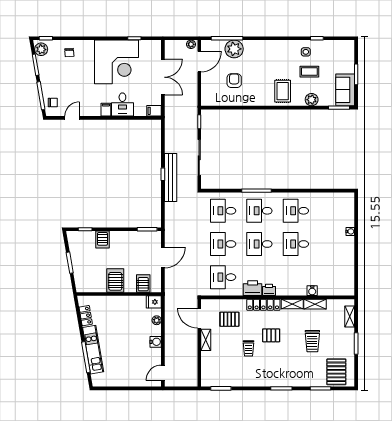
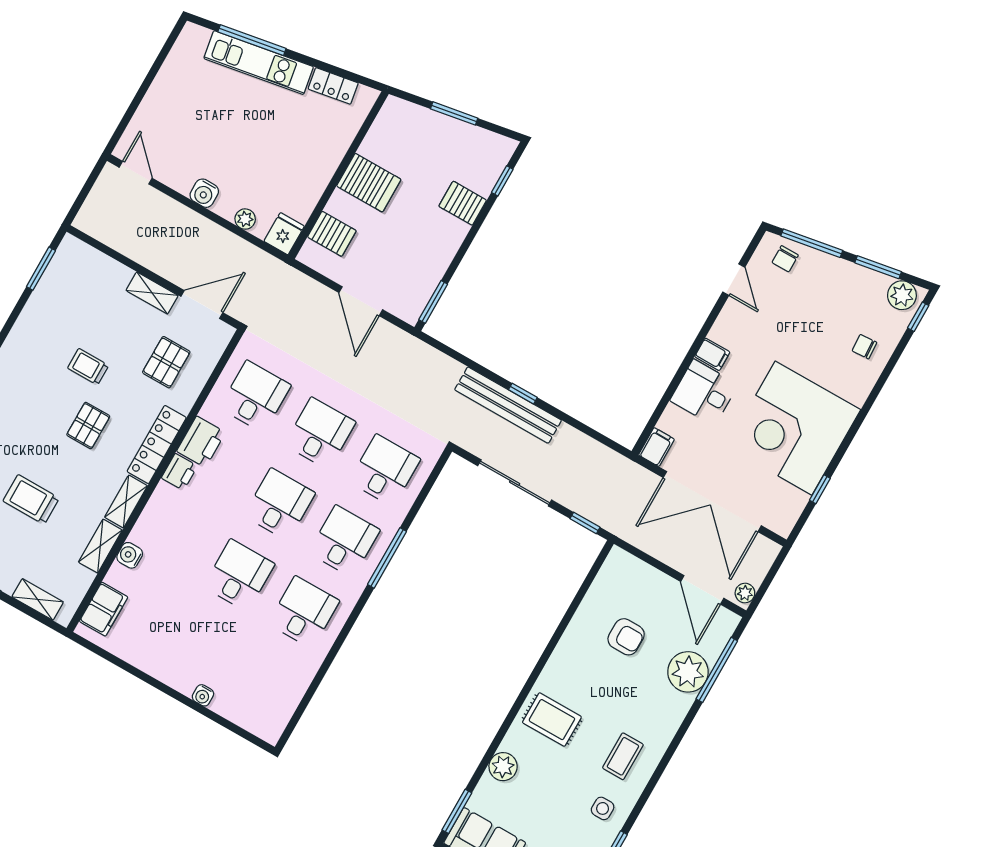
coffee table: (309, 72) -> (623, 756), moved
double door: (163, 77) -> (712, 502), width x1.36
filing cabinet: (339, 289) -> (104, 609), added

